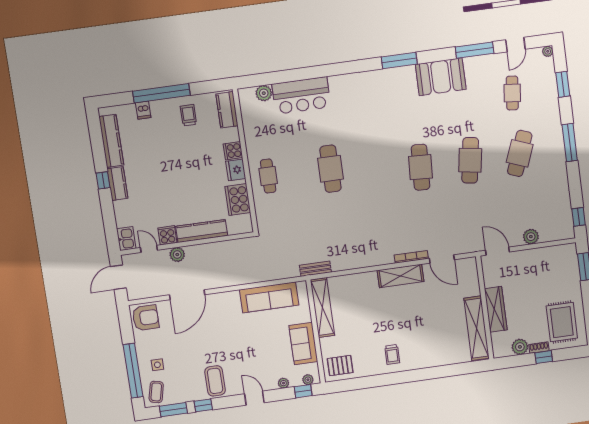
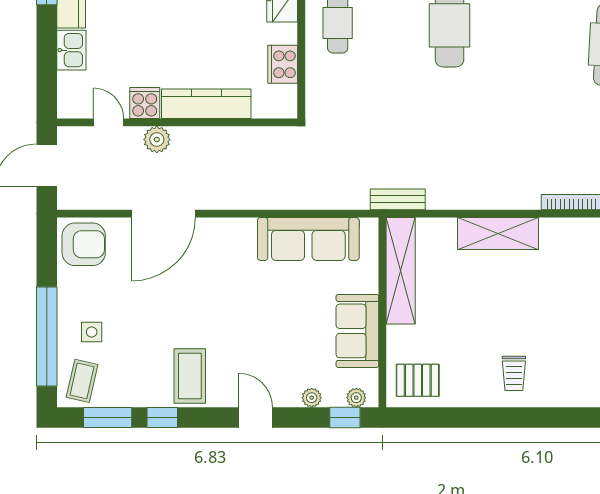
cooker: (238, 200) -> (283, 64), width x0.73, depth x0.76
kitchen sink: (126, 239) -> (71, 50), moved
shelving: (400, 276) -> (498, 234), moved

